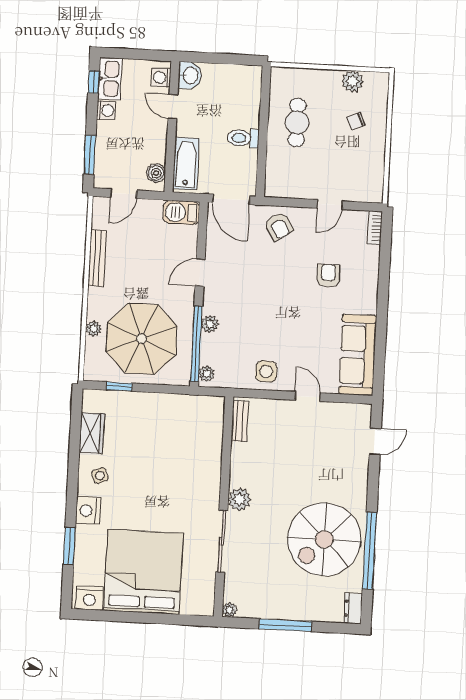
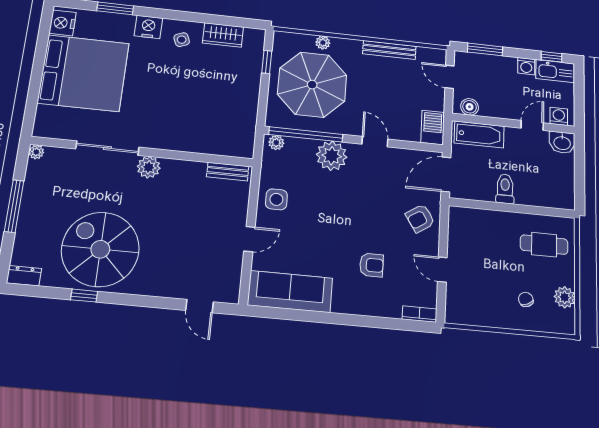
cafe table: (297, 123) -> (544, 245), moved
plant: (210, 324) -> (332, 156), width x1.88, depth x1.88
window: (370, 551) -> (84, 296), width x0.32

